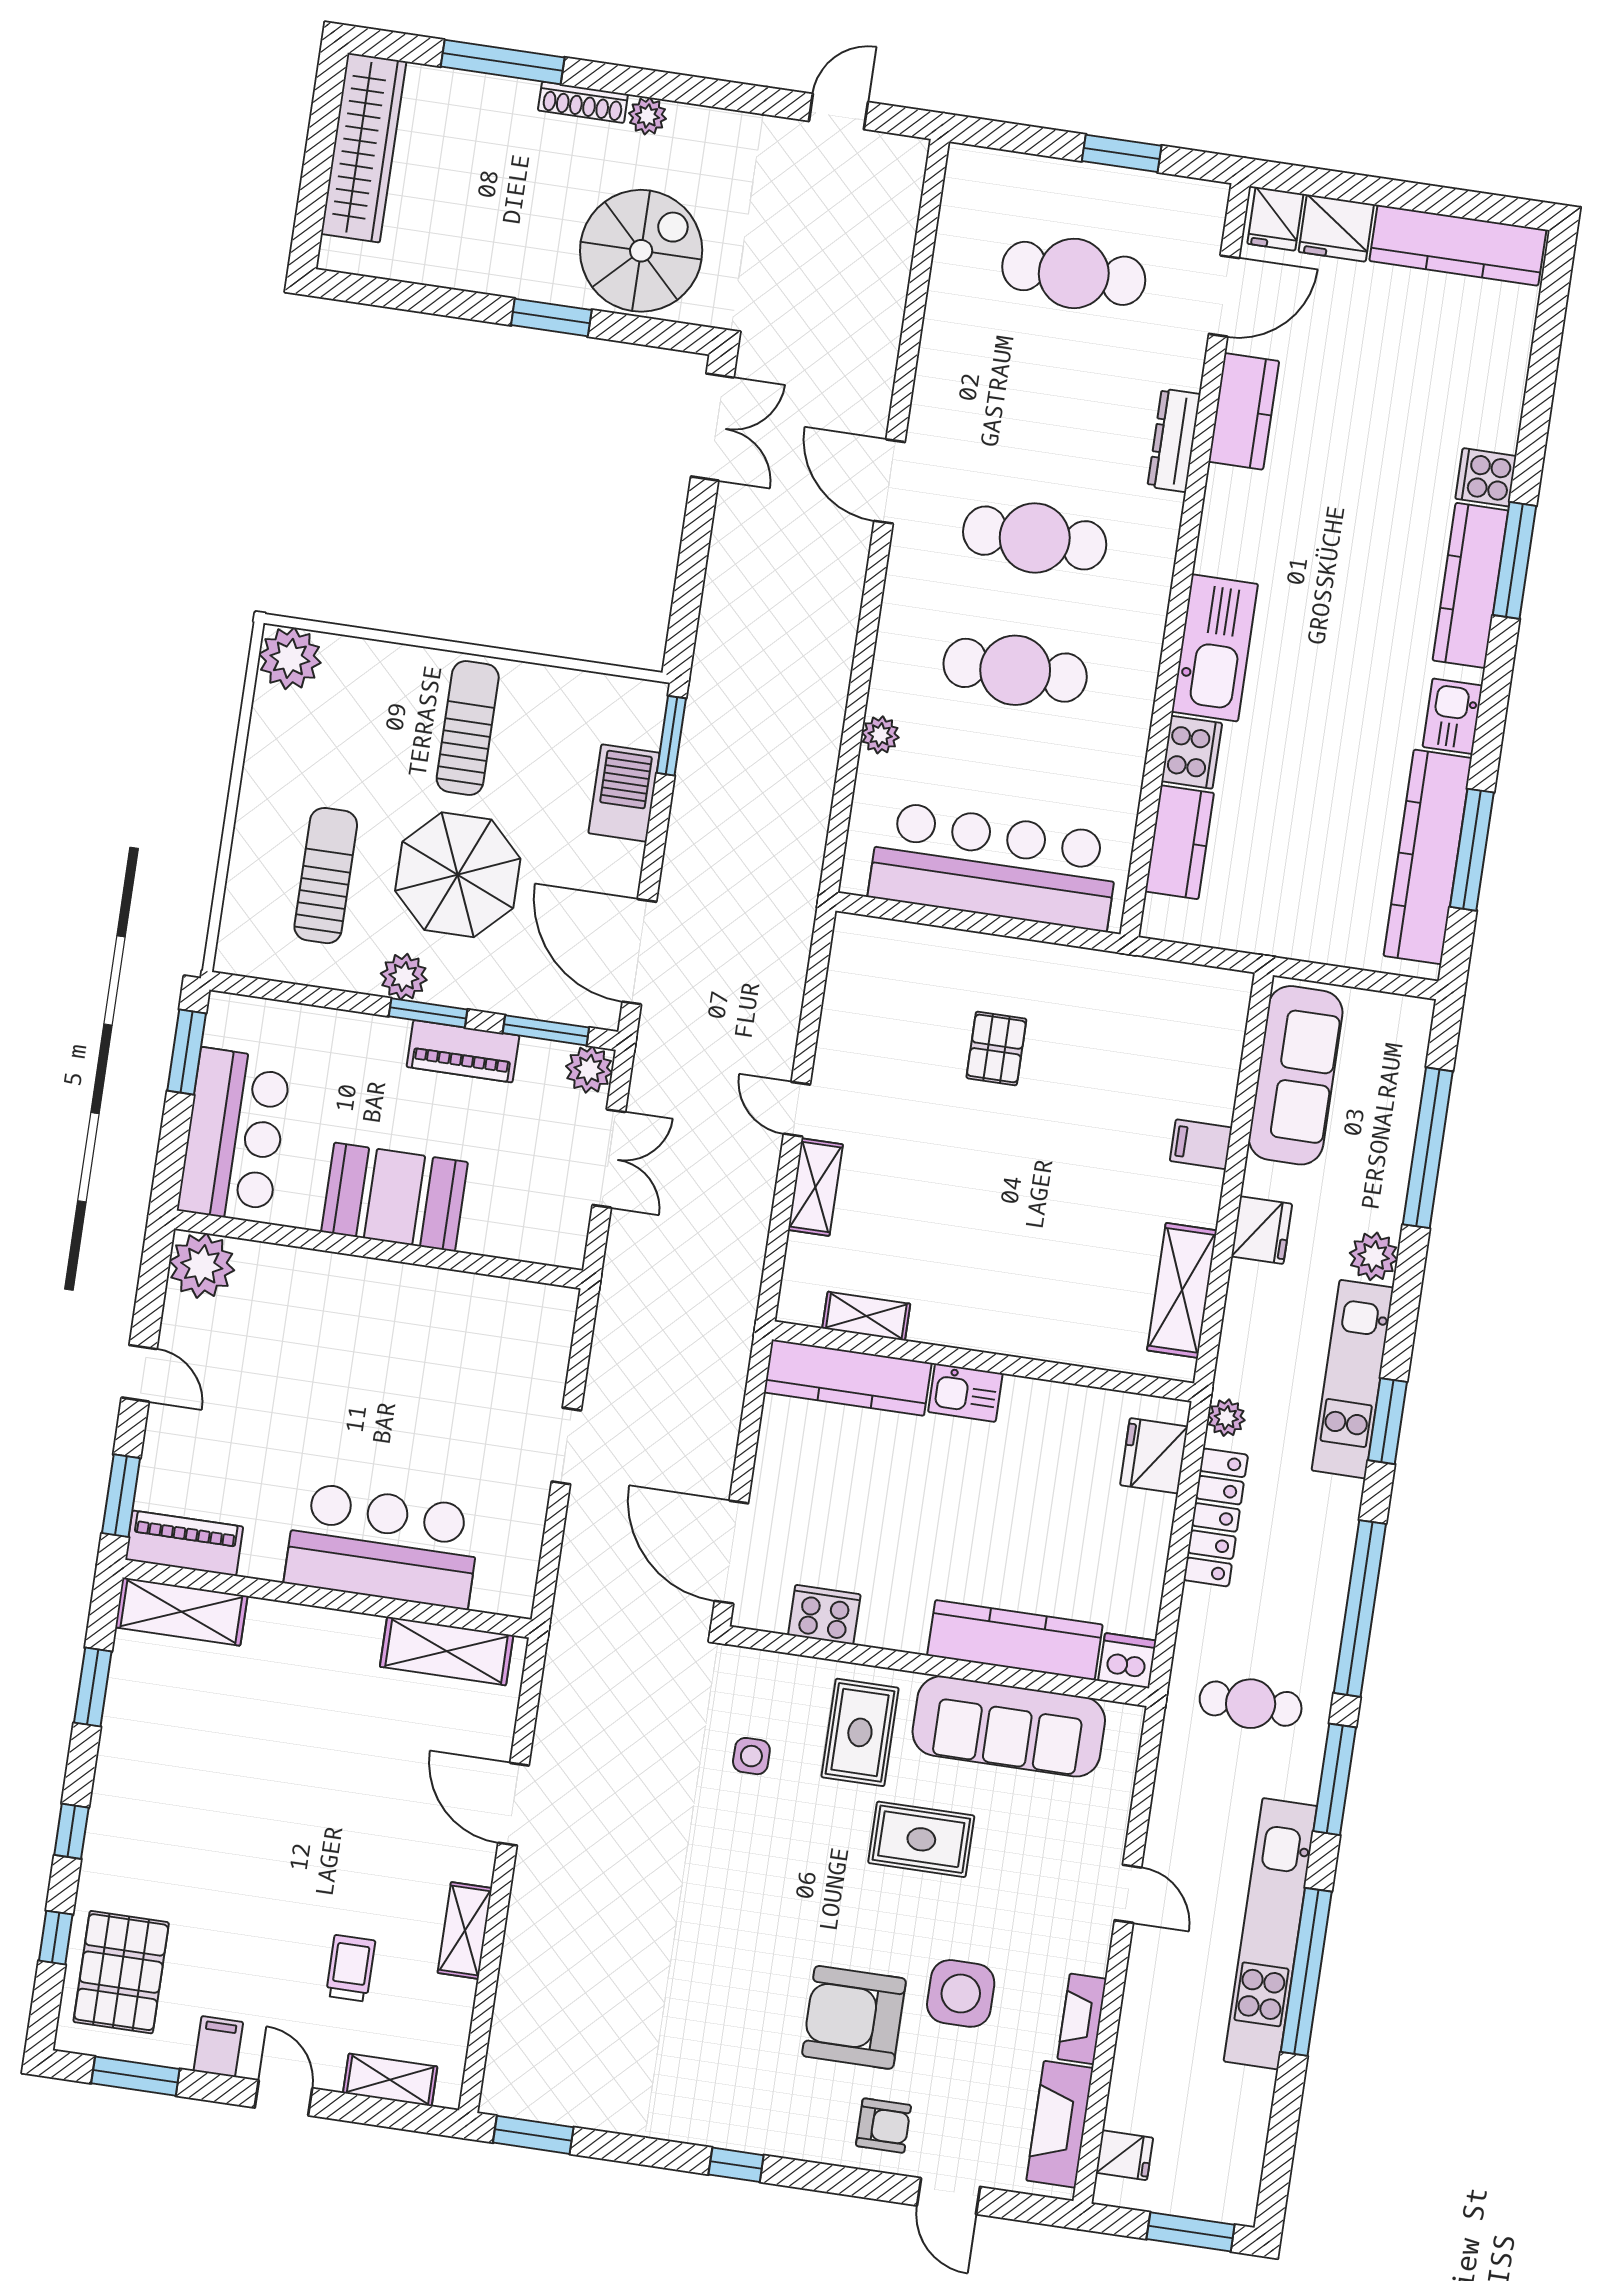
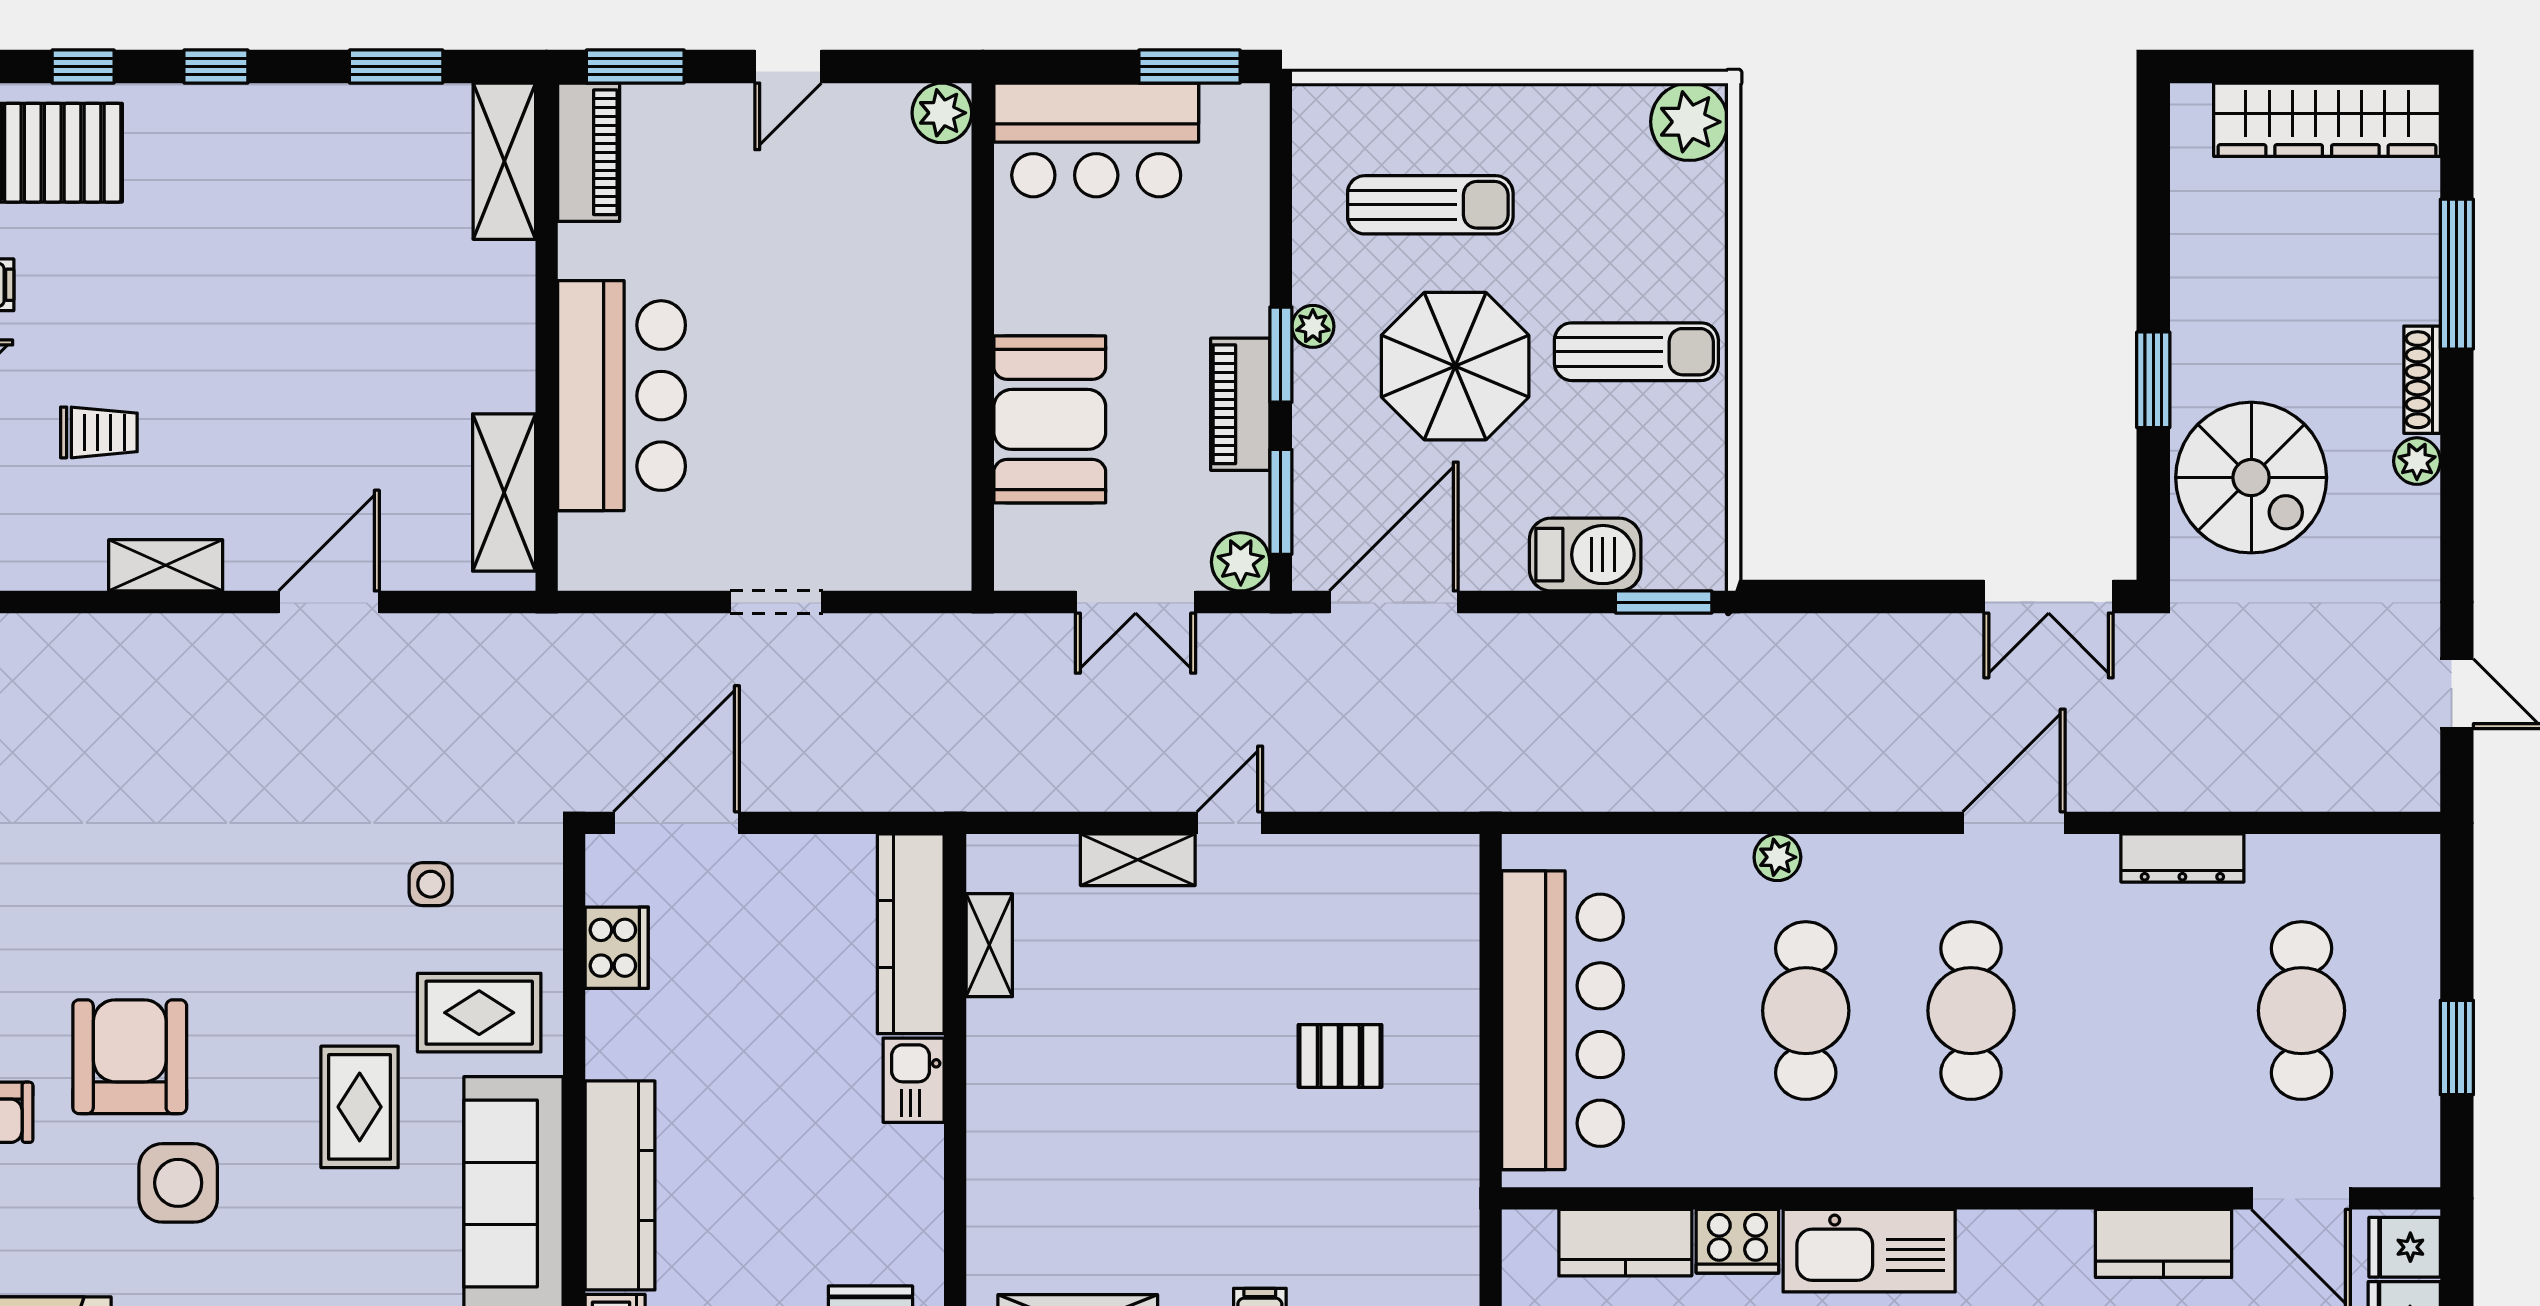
dresser: (1174, 440) -> (2182, 858), moved, turned 180
plant: (880, 735) -> (1777, 857), moved
plant: (404, 977) -> (1313, 326), width x0.73, depth x0.73
booth: (395, 1197) -> (1050, 419), moved
plant: (202, 1266) -> (942, 113), width x0.73, depth x0.73

